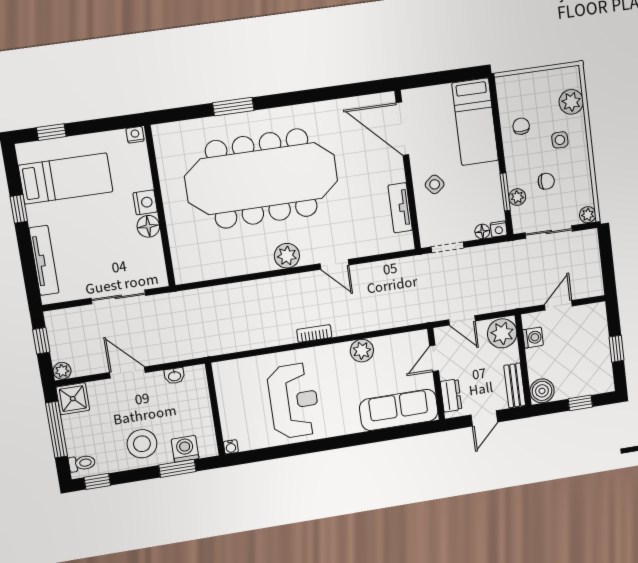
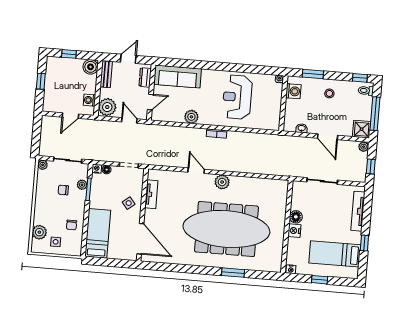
window: (51, 132) -> (320, 280), moved
side table: (560, 140) -> (56, 242), moved
stool: (142, 444) -> (329, 93), width x0.53, depth x0.53
washing machine: (185, 449) -> (293, 91), moved, turned -90

